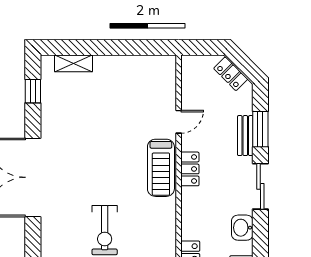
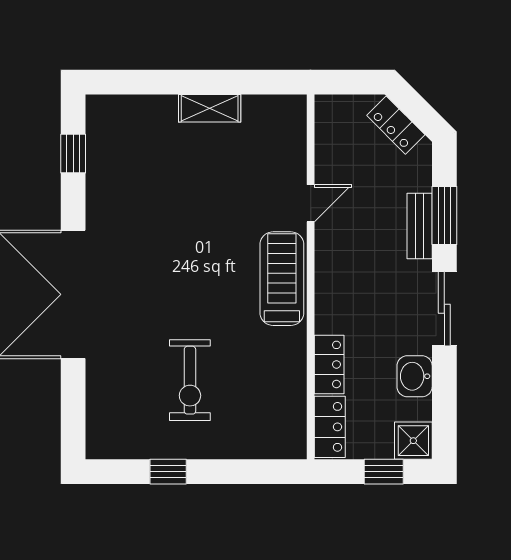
shelving: (74, 63) -> (210, 108), moved
treadmill: (161, 168) -> (282, 279), turned 180
locker: (190, 169) -> (329, 364), moved

